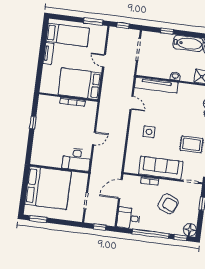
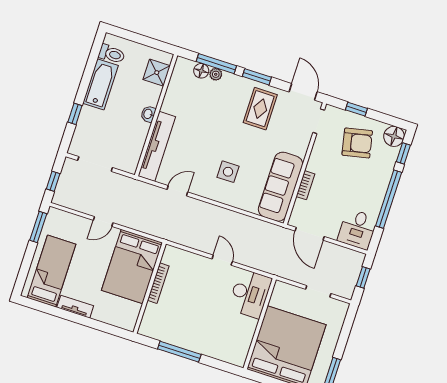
window: (33, 123) -> (179, 352), width x2.17
sofa: (161, 168) -> (280, 187), moved
armchair: (168, 204) -> (357, 143), moved, turned 55

